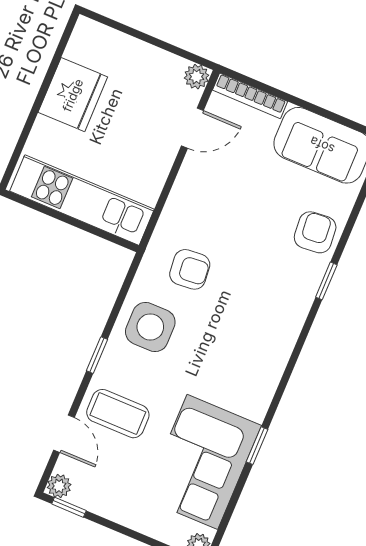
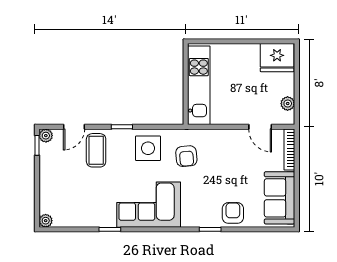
plant: (197, 77) -> (288, 104), moved
fridge: (73, 95) -> (277, 58), moved
armchair: (315, 232) -> (233, 213), turned -85
corner sofa: (202, 462) -> (149, 205), moved

